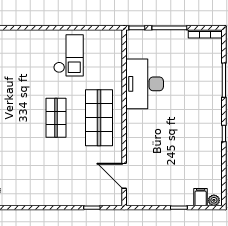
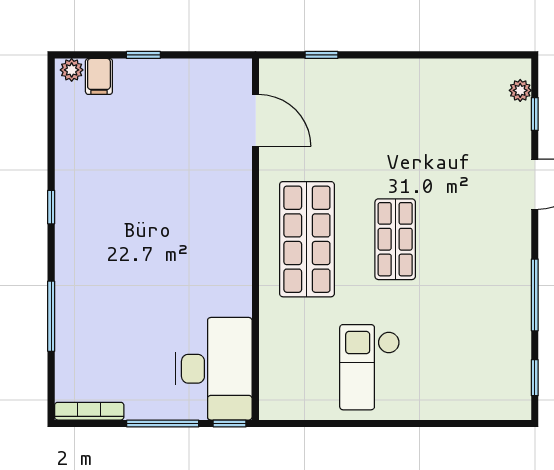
desk: (145, 84) -> (214, 369), moved

